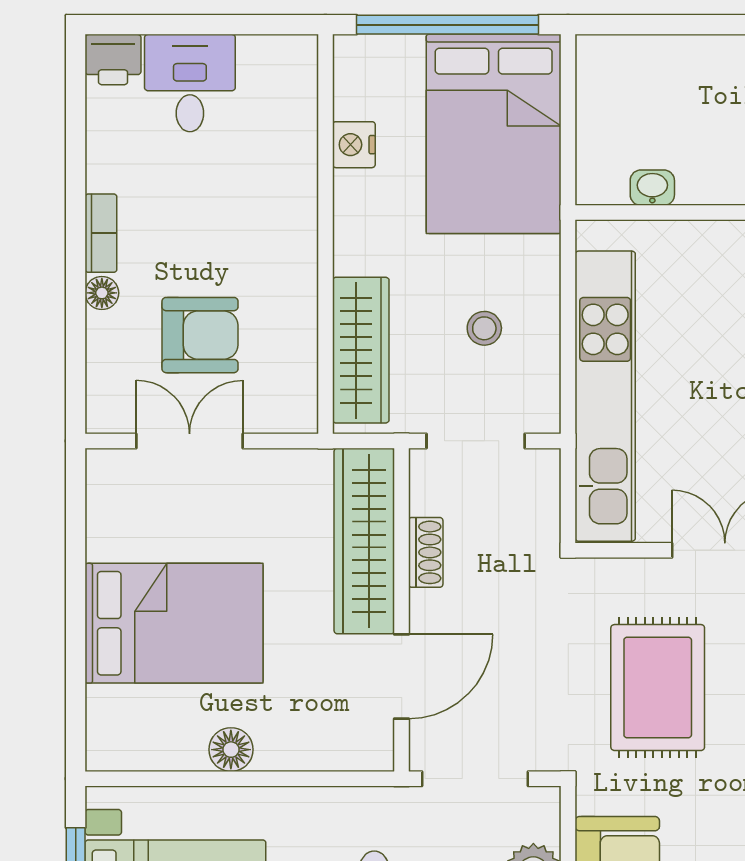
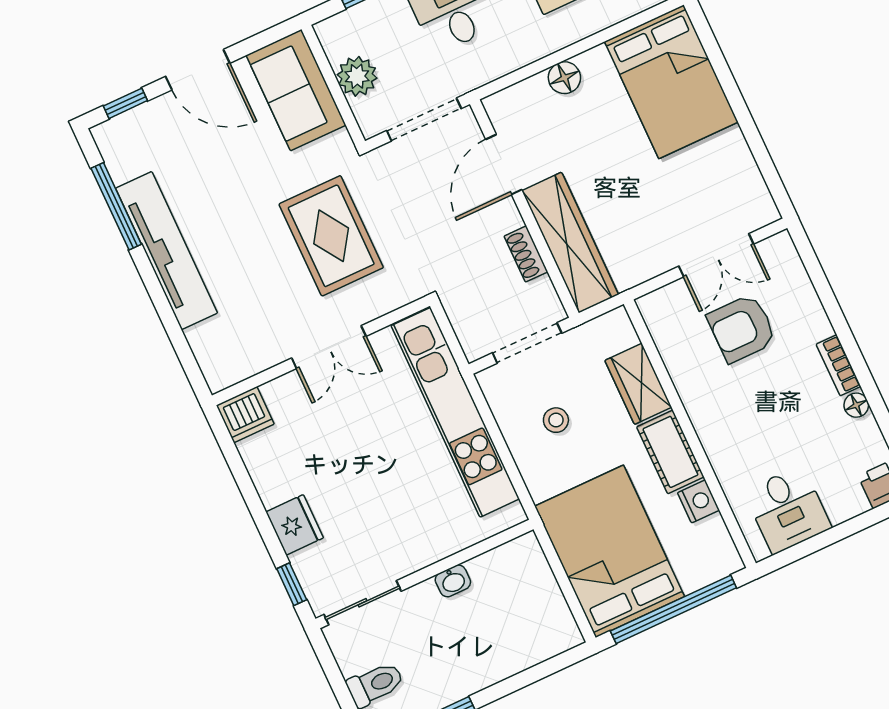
desk: (190, 83) -> (788, 510), moved
washbasin: (652, 188) -> (453, 581), moved
cot: (360, 222) -> (670, 452), added
floor lamp: (102, 293) -> (856, 405), moved
wardrobe: (361, 350) -> (638, 384), width x0.67
bed: (174, 623) -> (671, 82), moved, turned -90
floor lamp: (231, 750) -> (564, 78), moved

